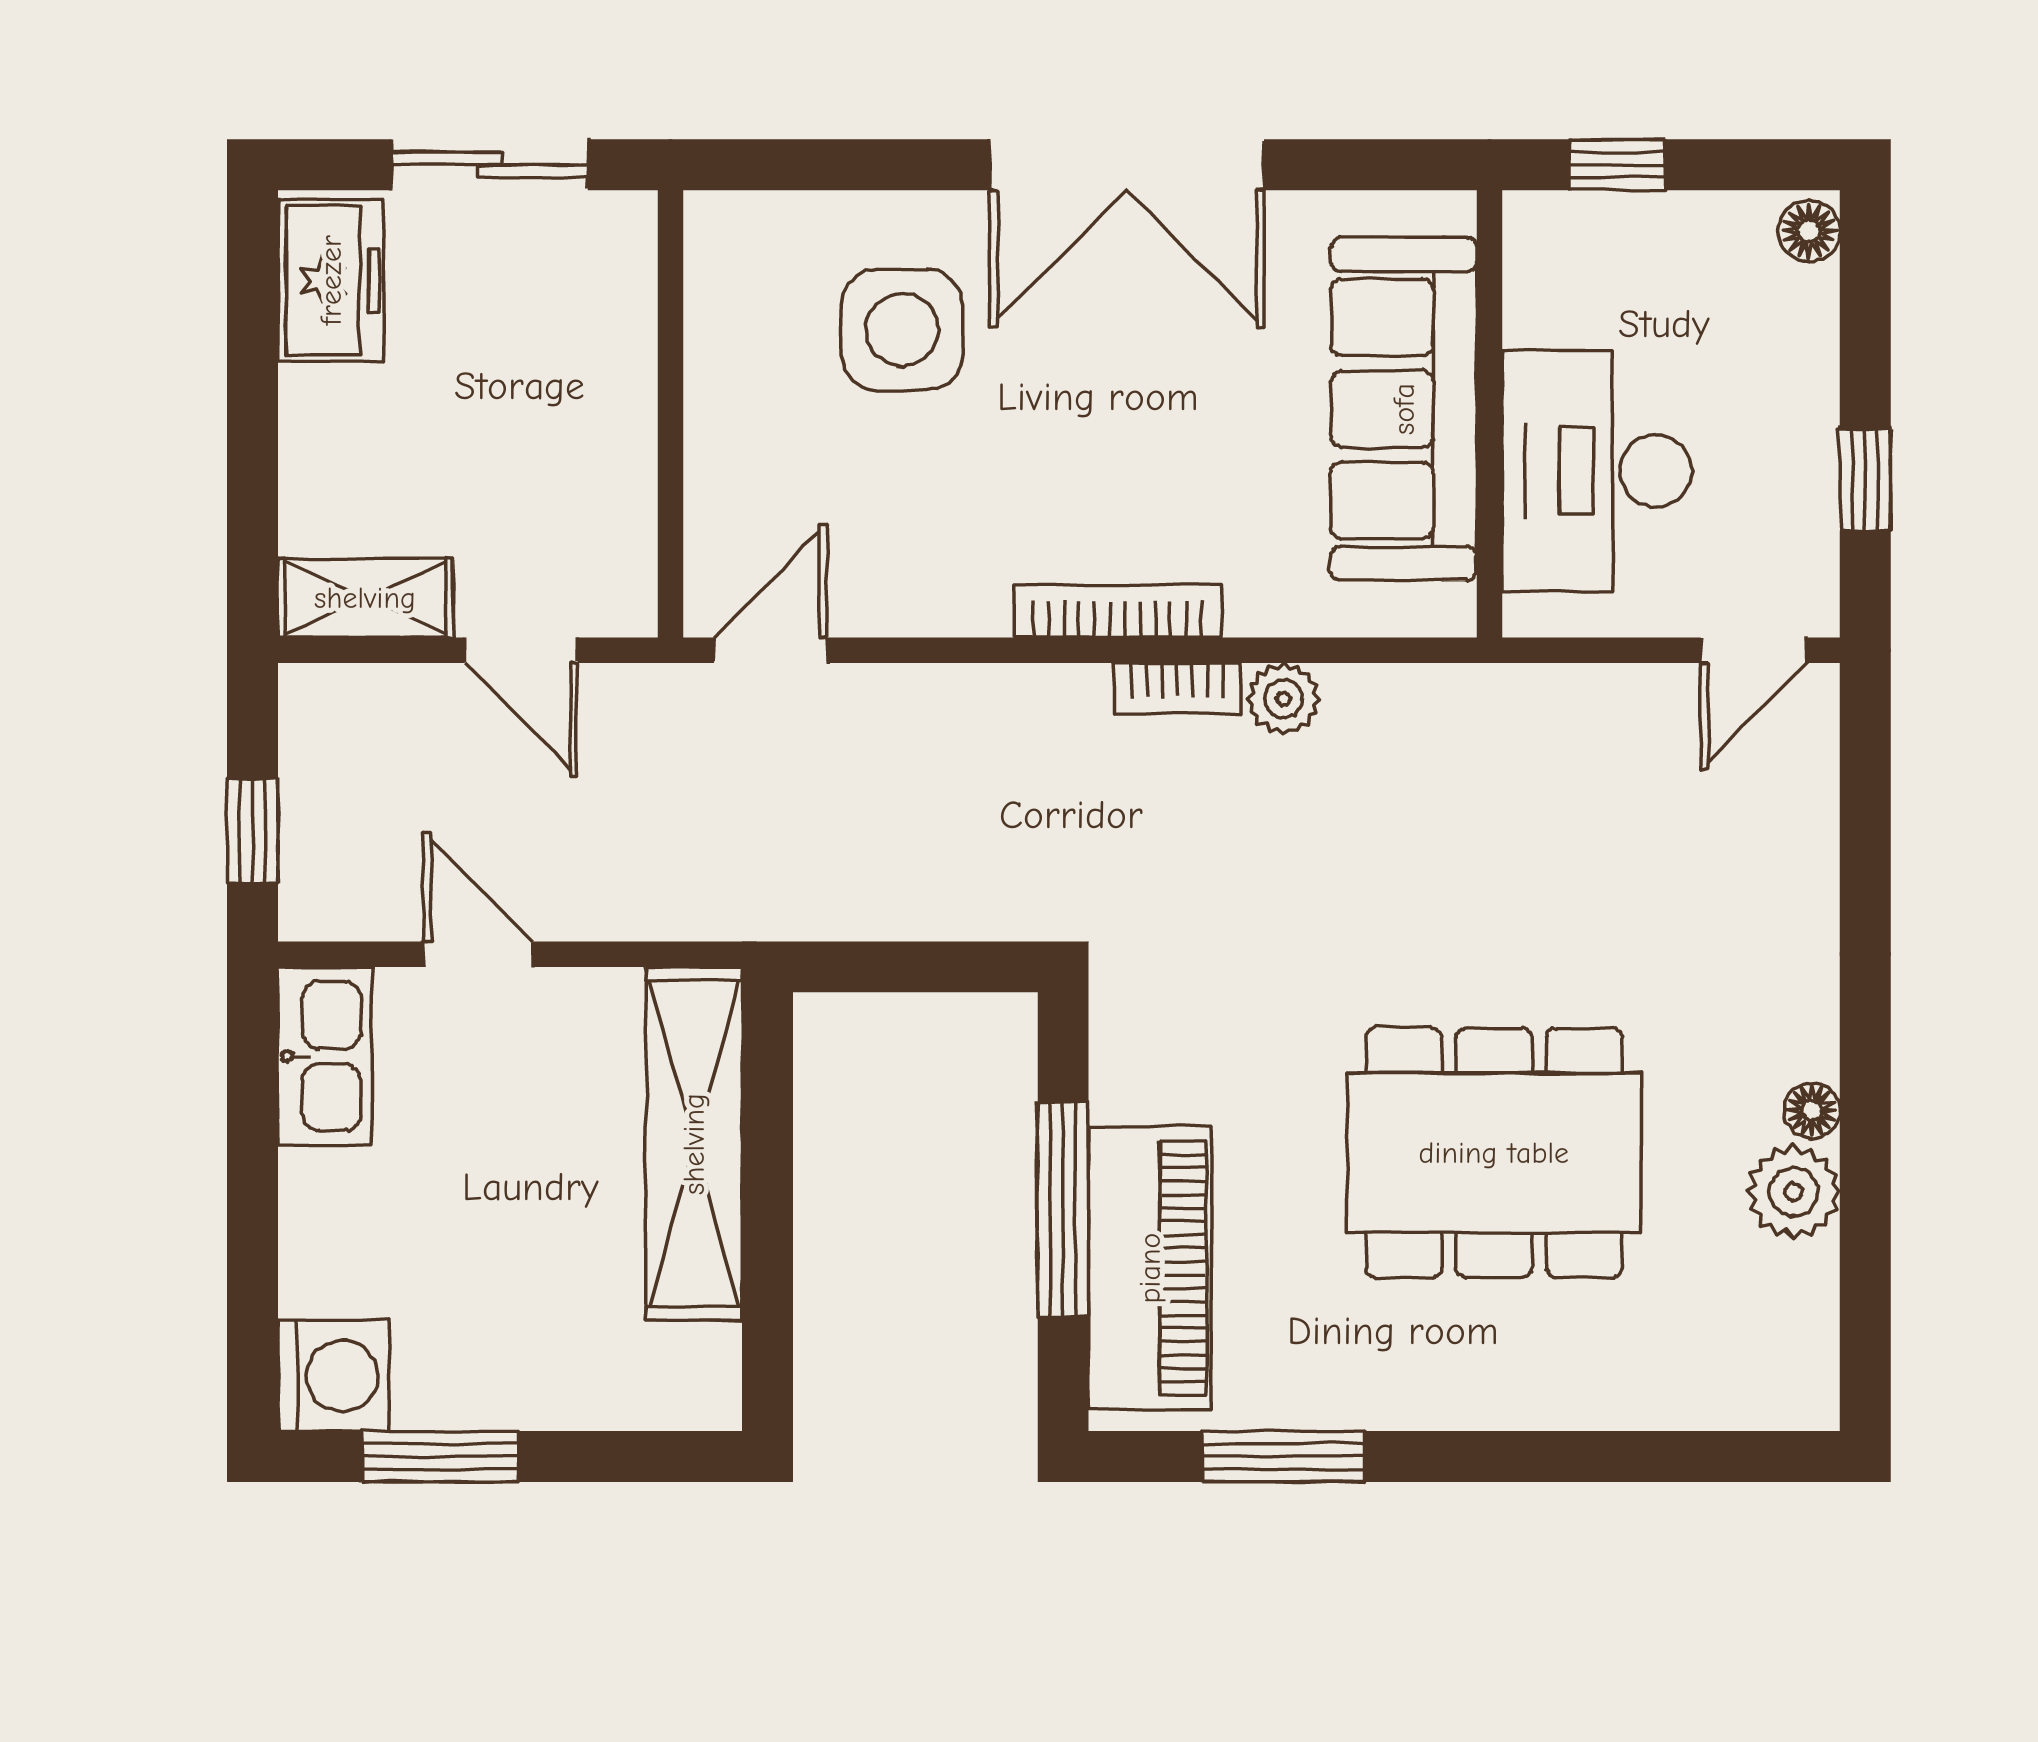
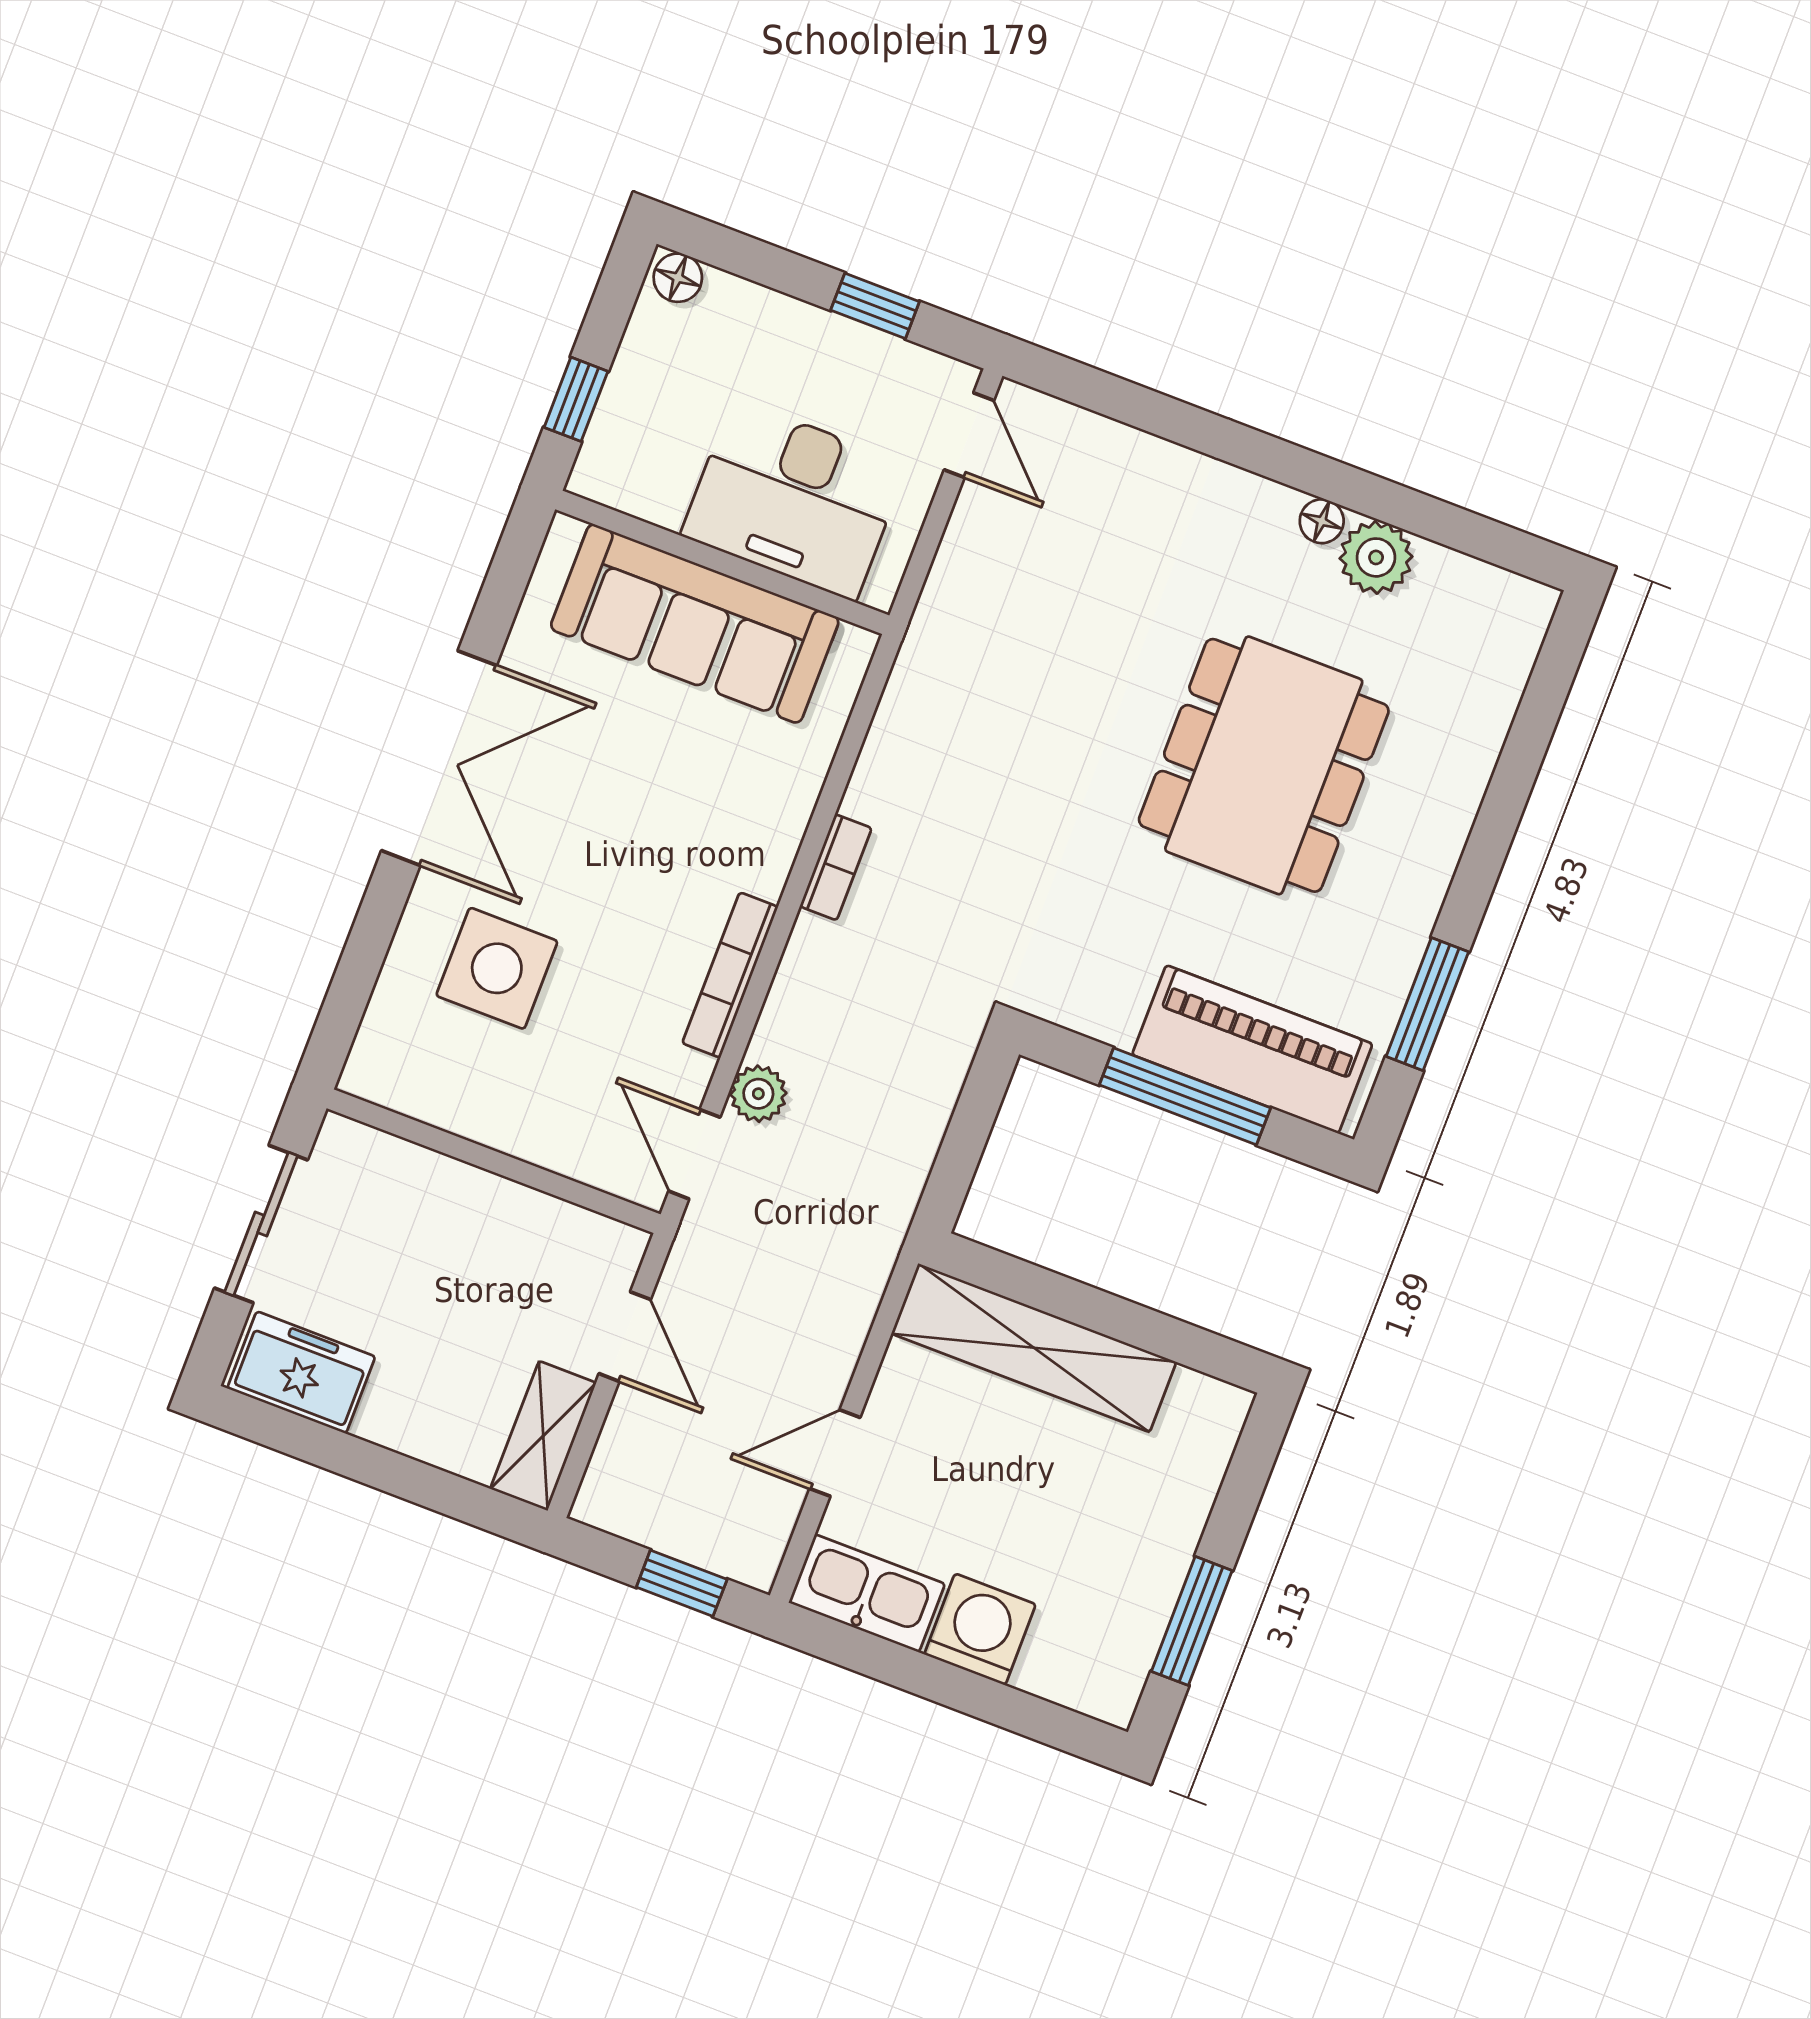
bookcase: (1117, 611) -> (730, 975), moved
door: (521, 650) -> (625, 1337), hinge flipped
plant: (1283, 699) -> (758, 1094), moved
washing machine: (333, 1376) -> (980, 1629), moved

